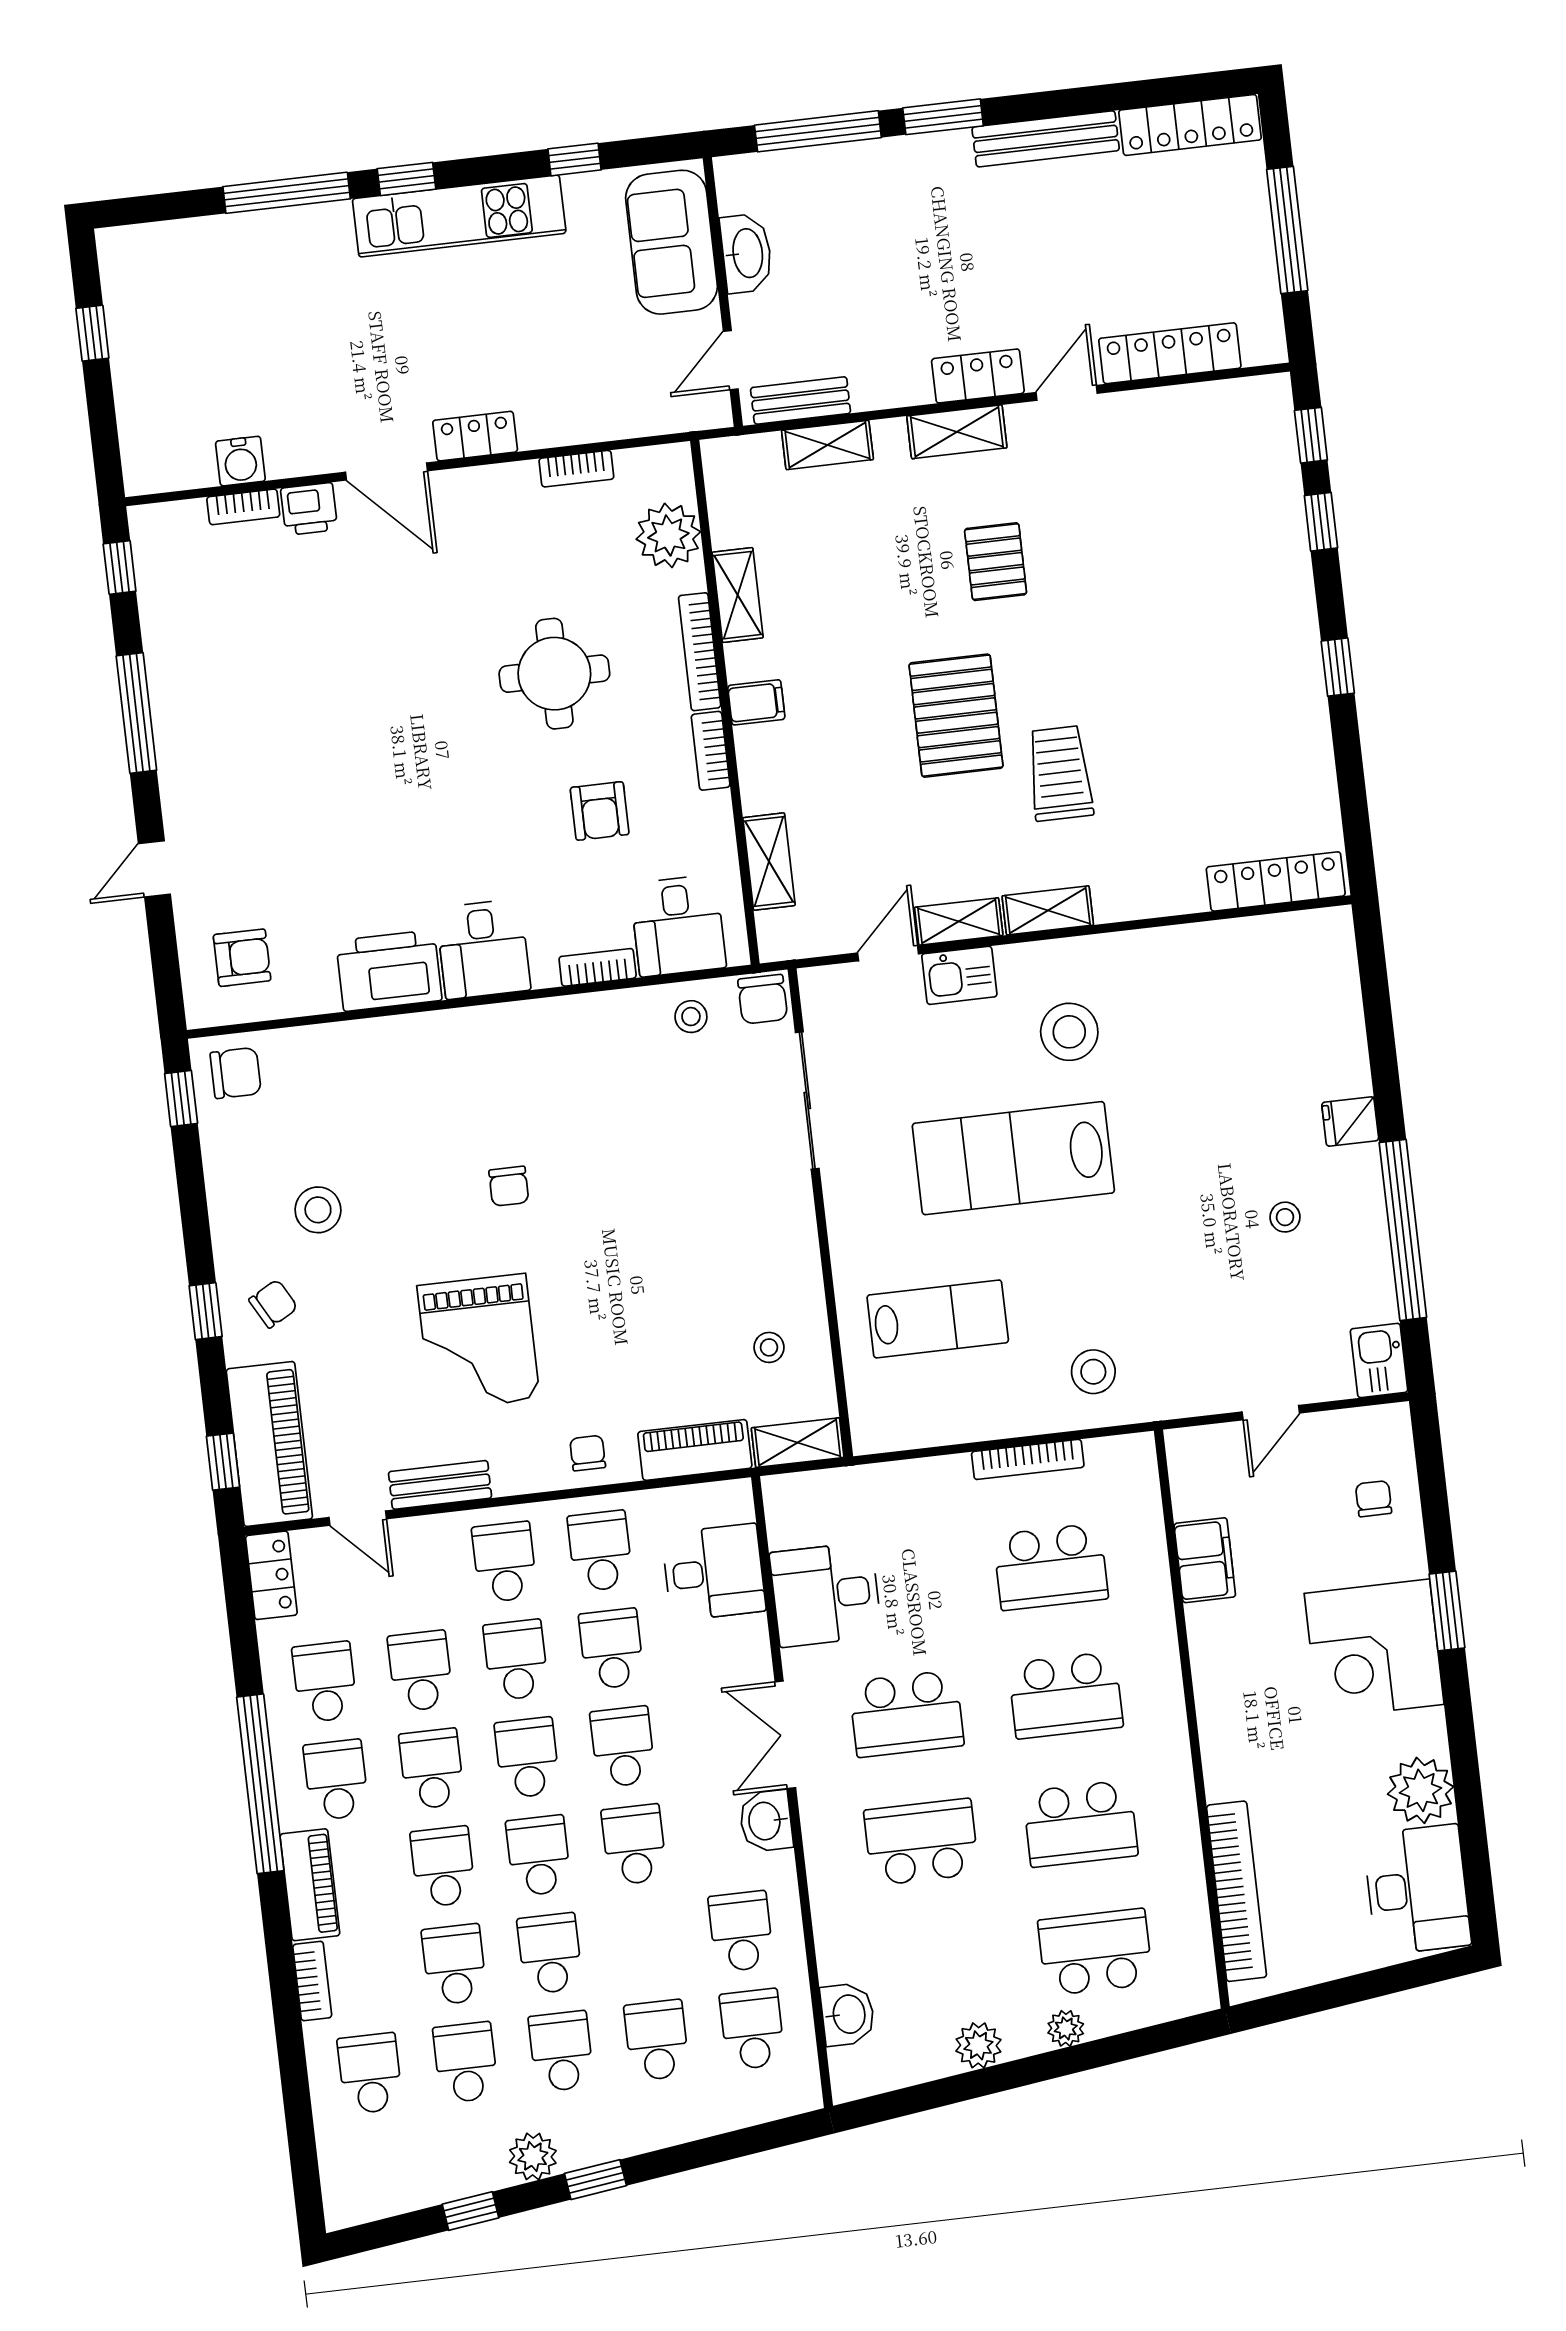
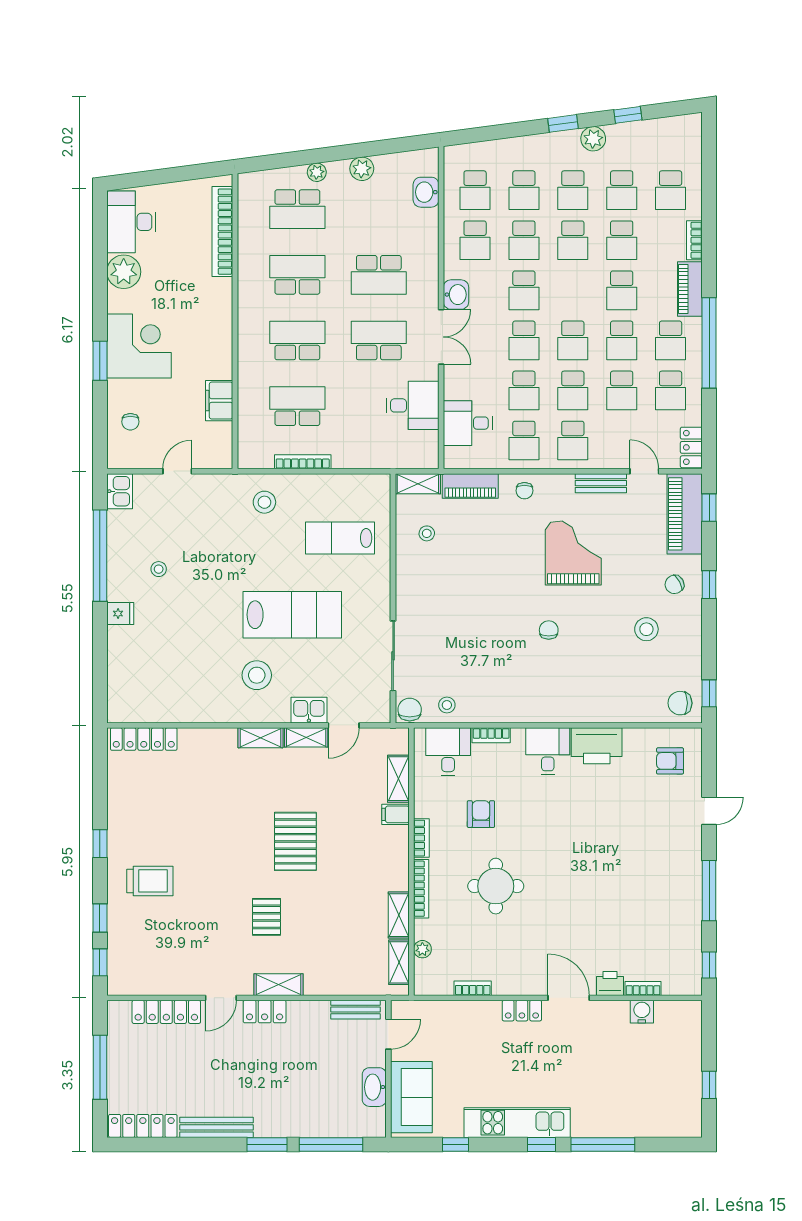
shelving: (827, 445) -> (399, 962), moved, turned 90
plant: (668, 535) -> (422, 949), width x0.53, depth x0.53
filing cabinet: (756, 702) -> (395, 814), moved
trolley: (1060, 773) -> (150, 881), moved, turned -90
school desk: (539, 1856) -> (524, 240), moved

